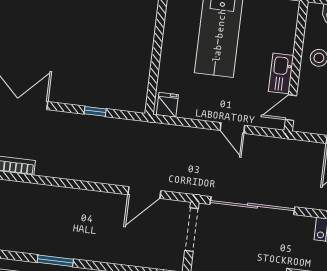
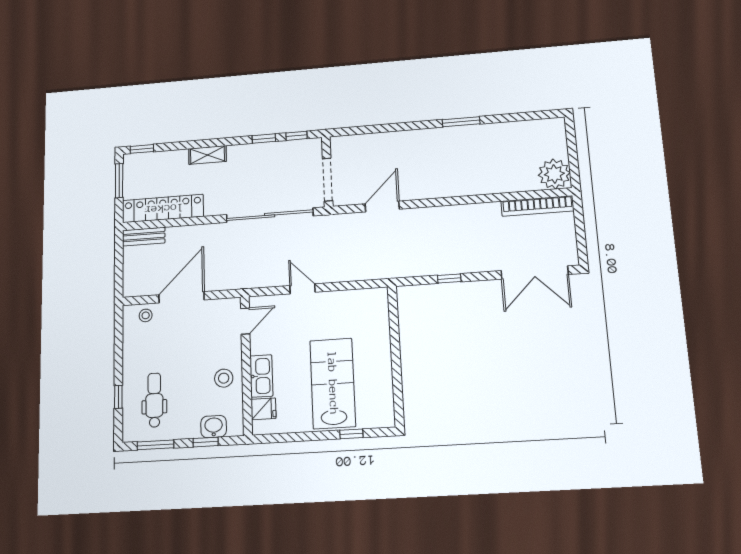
kitchen sink: (281, 73) -> (261, 376), moved
fridge: (167, 105) -> (263, 409), moved, turned -90

